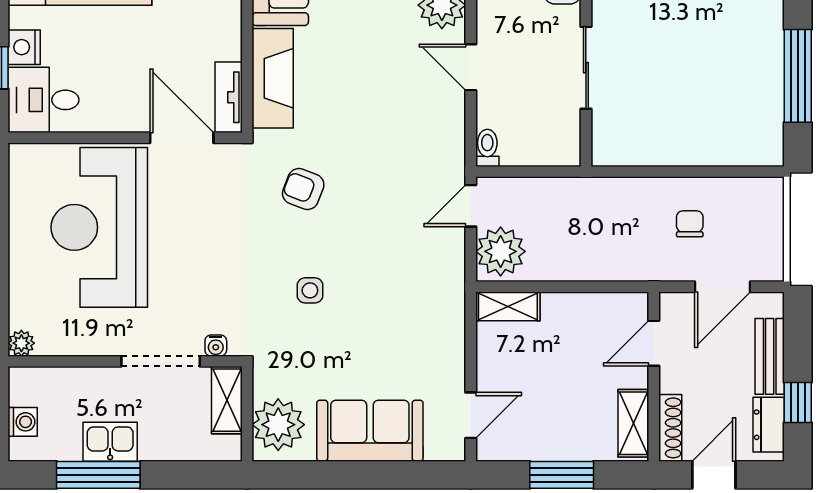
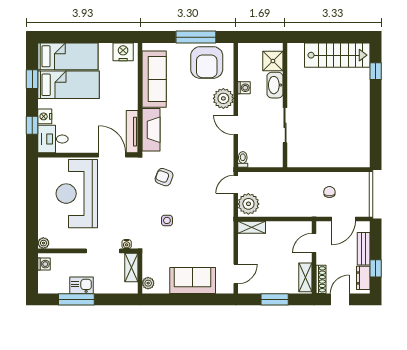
window: (798, 76) -> (376, 129), removed
tv unit: (229, 97) -> (132, 132), width x1.41
washing machine: (23, 422) -> (44, 264), moved
plant: (278, 425) -> (148, 283), width x0.53, depth x0.53

